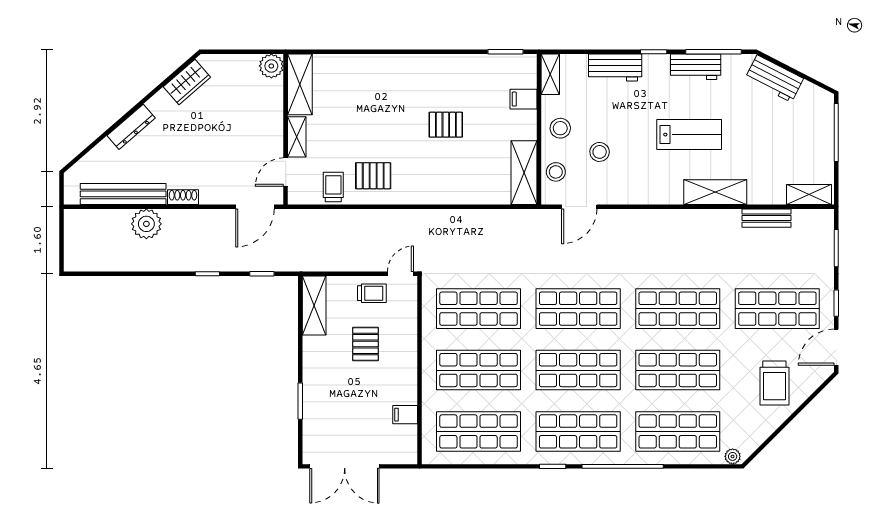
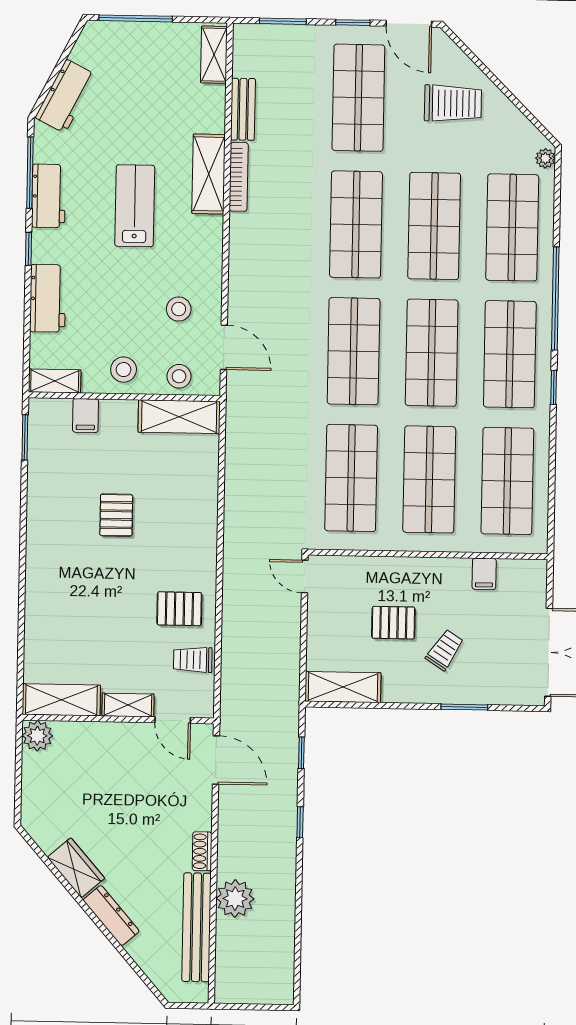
wardrobe: (187, 82) -> (76, 868), moved
stool: (600, 152) -> (179, 309), moved
pallet: (373, 176) -> (179, 609), turned 90
bookcase: (713, 216) -> (239, 177), added
trolley: (372, 293) -> (445, 650), moved, turned 33

